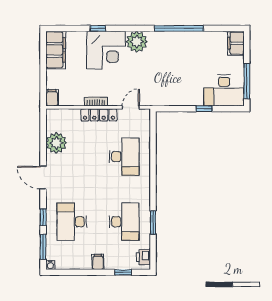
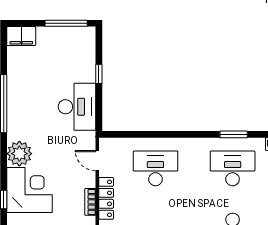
desk: (224, 90) -> (77, 107), moved

